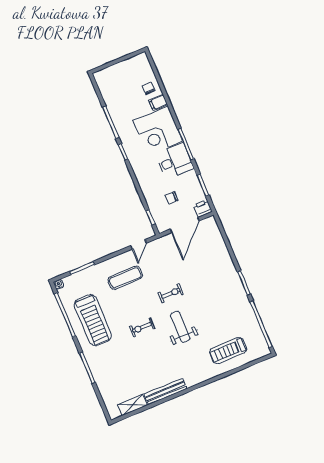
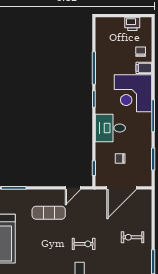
desk: (175, 161) -> (110, 128), moved, turned 180
printer: (203, 208) -> (132, 24), moved, turned 180
exercise bike: (142, 327) -> (133, 237), moved

